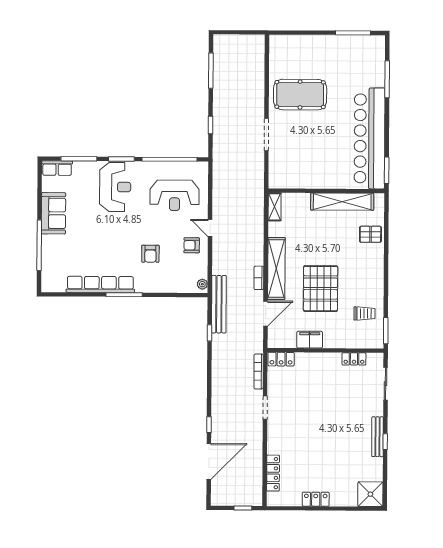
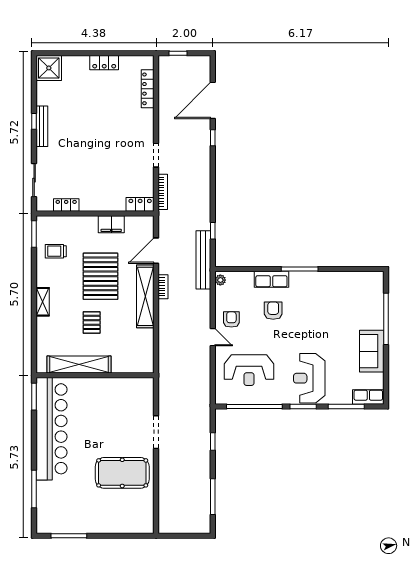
reception desk: (175, 195) -> (249, 370), turned 180
shelving: (275, 207) -> (43, 302), moved
pallet: (370, 234) -> (92, 322), moved, turned 90
armchair: (192, 245) -> (231, 319), turned -90
row of seats: (100, 284) -> (271, 279), moved, width x0.50

